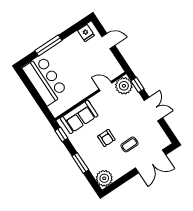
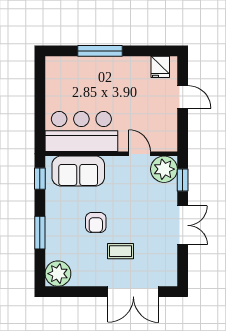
bar counter: (45, 80) -> (81, 132), moved, turned -90

